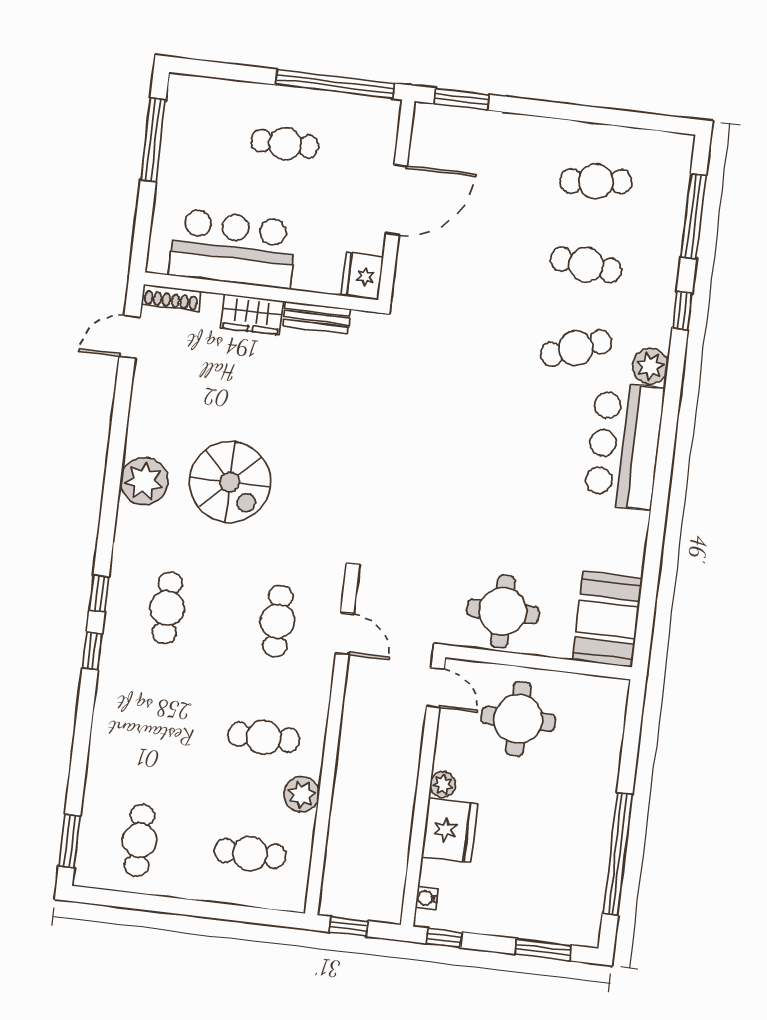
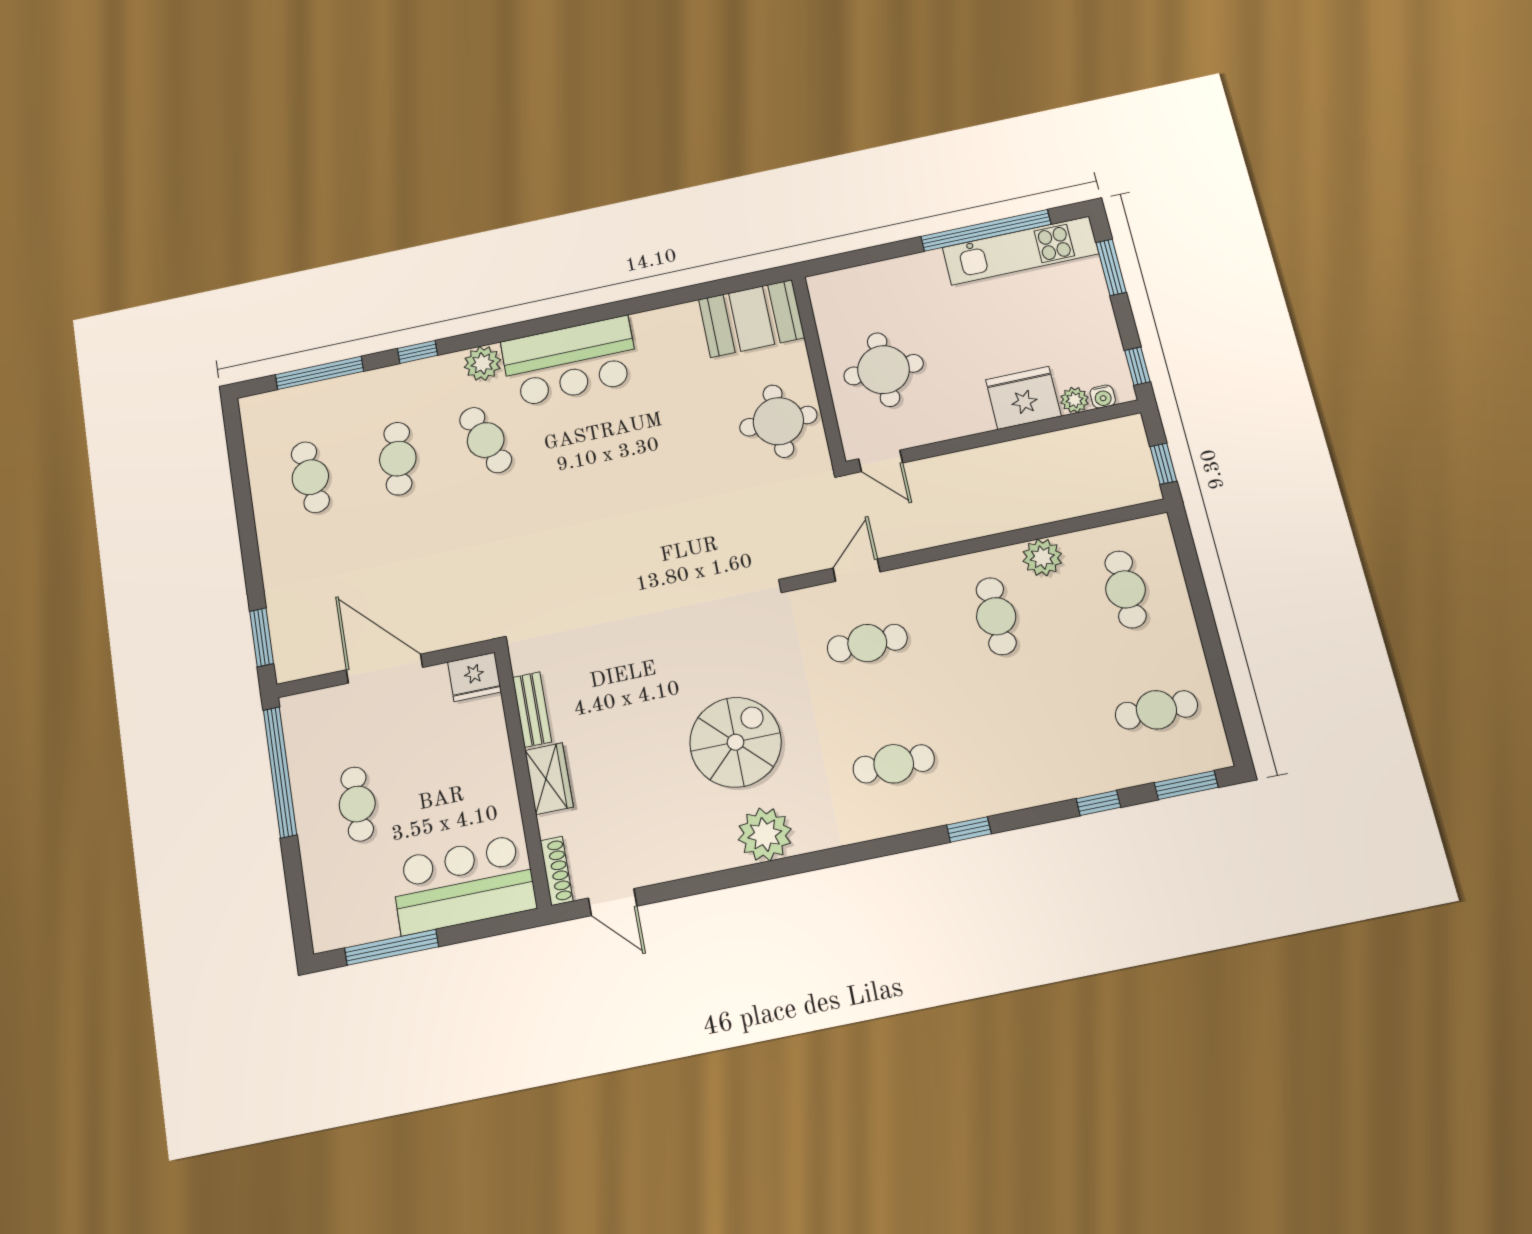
bar counter: (233, 249) -> (463, 884), moved, turned 90
window: (99, 594) -> (1098, 803), moved
door: (435, 688) -> (881, 461), swing flipped
plant: (443, 784) -> (1074, 400), moved
kitchen unit: (587, 877) -> (1020, 251), added

